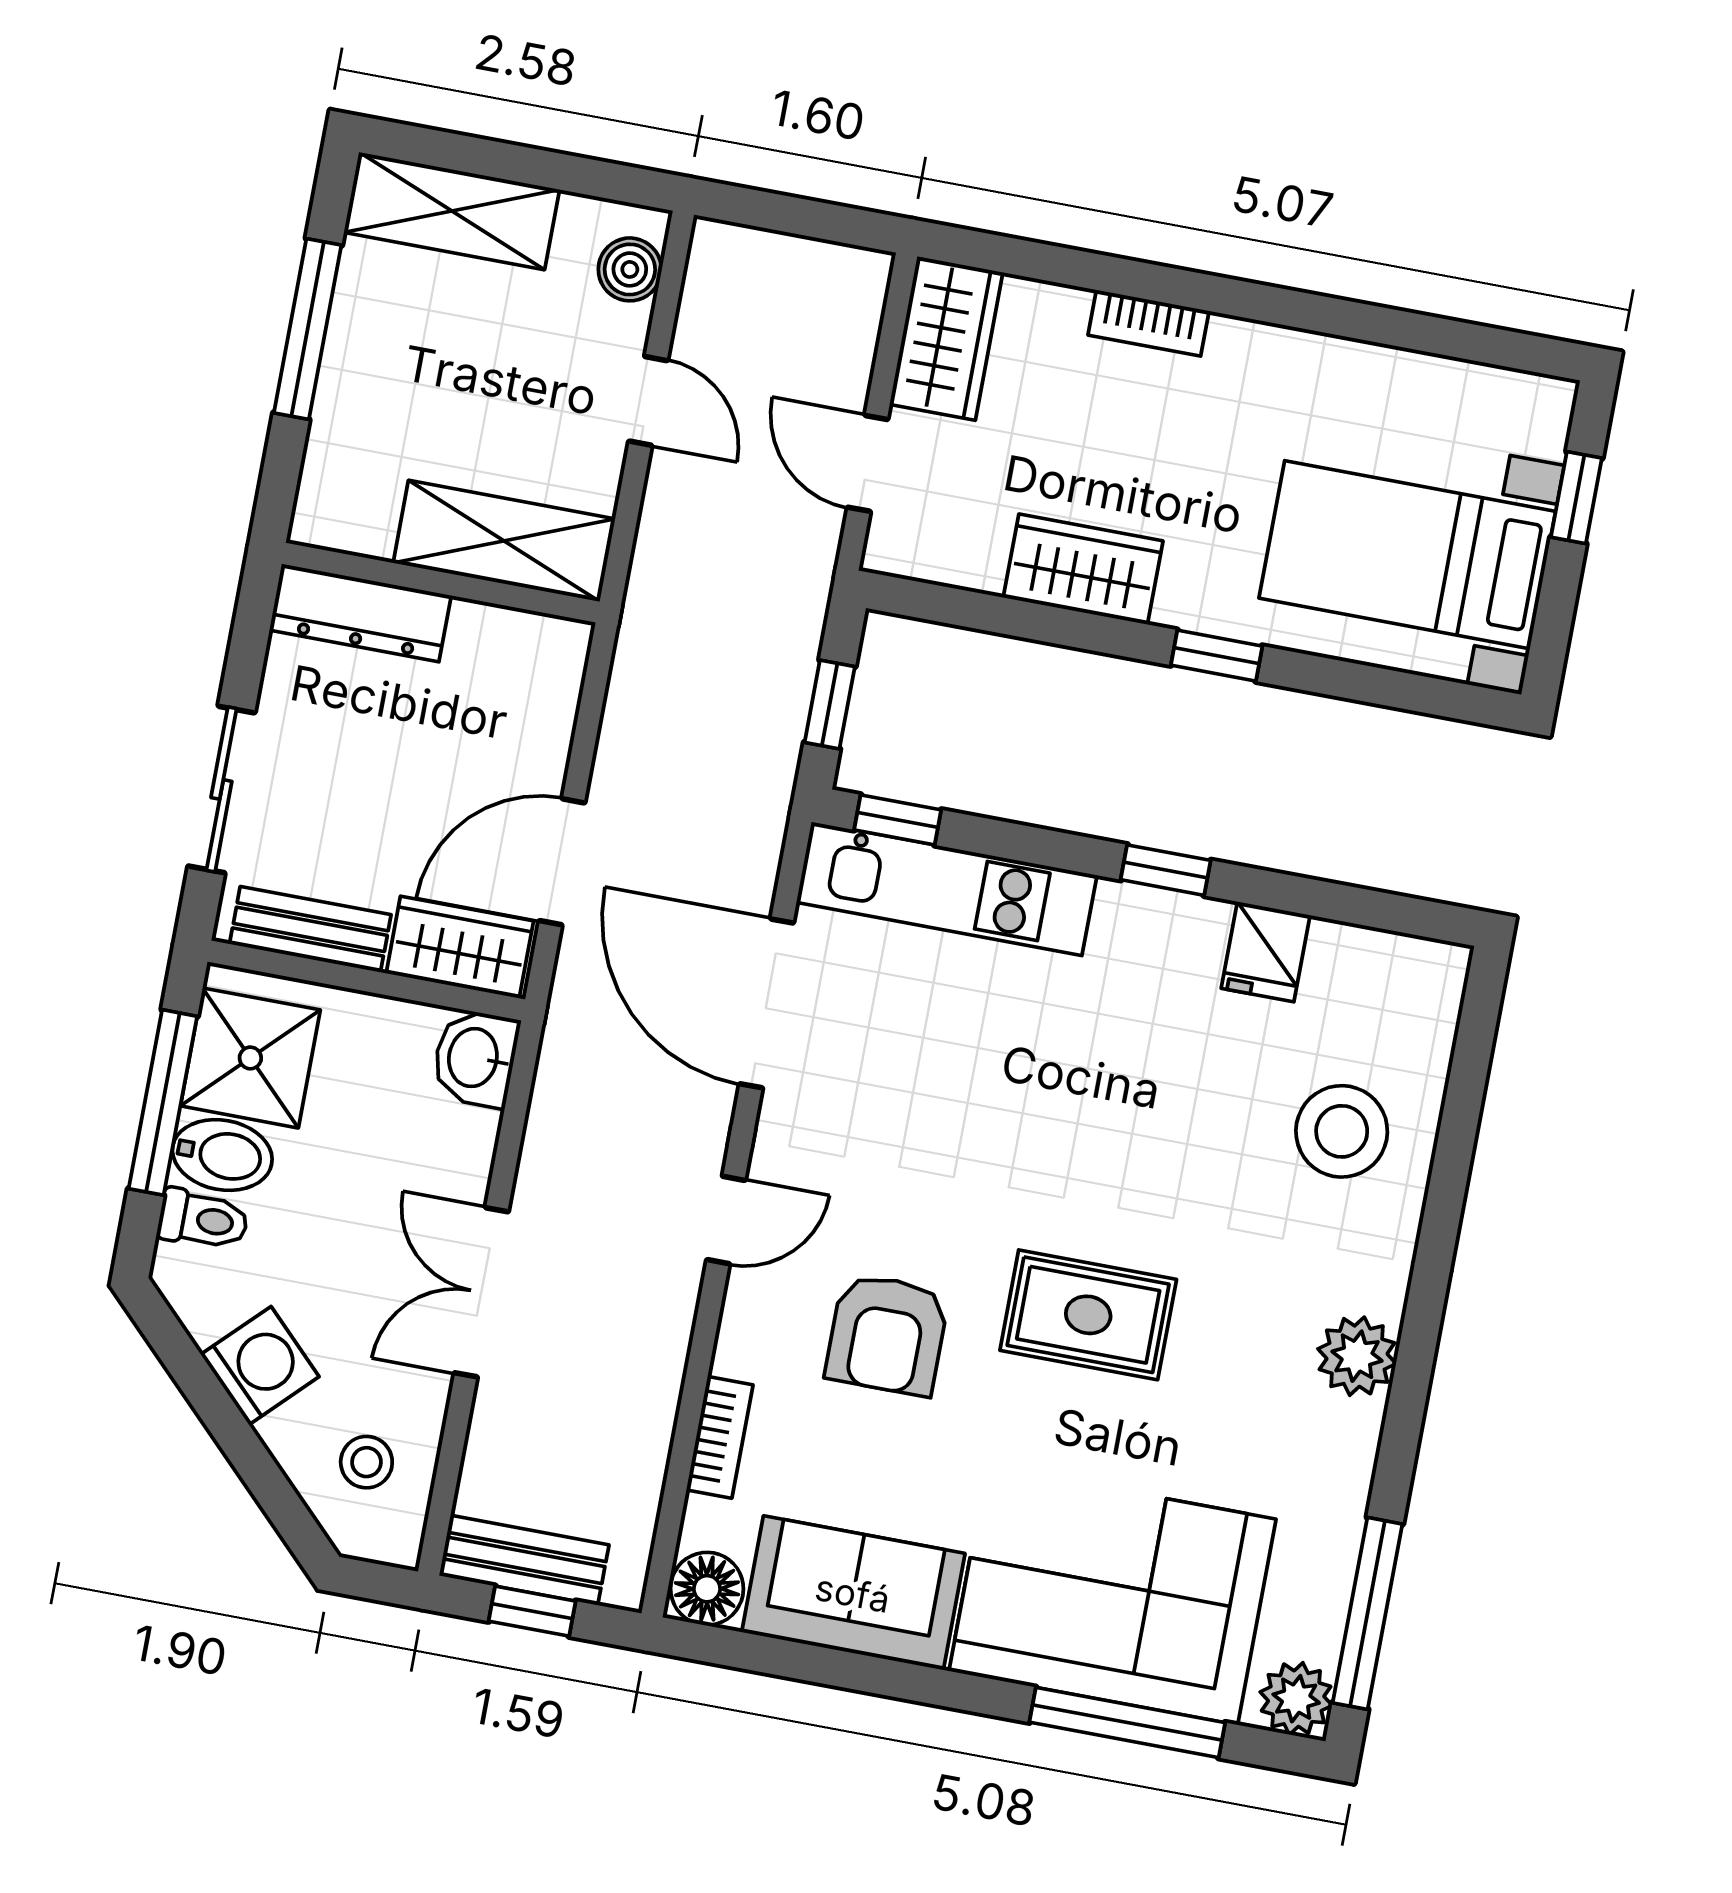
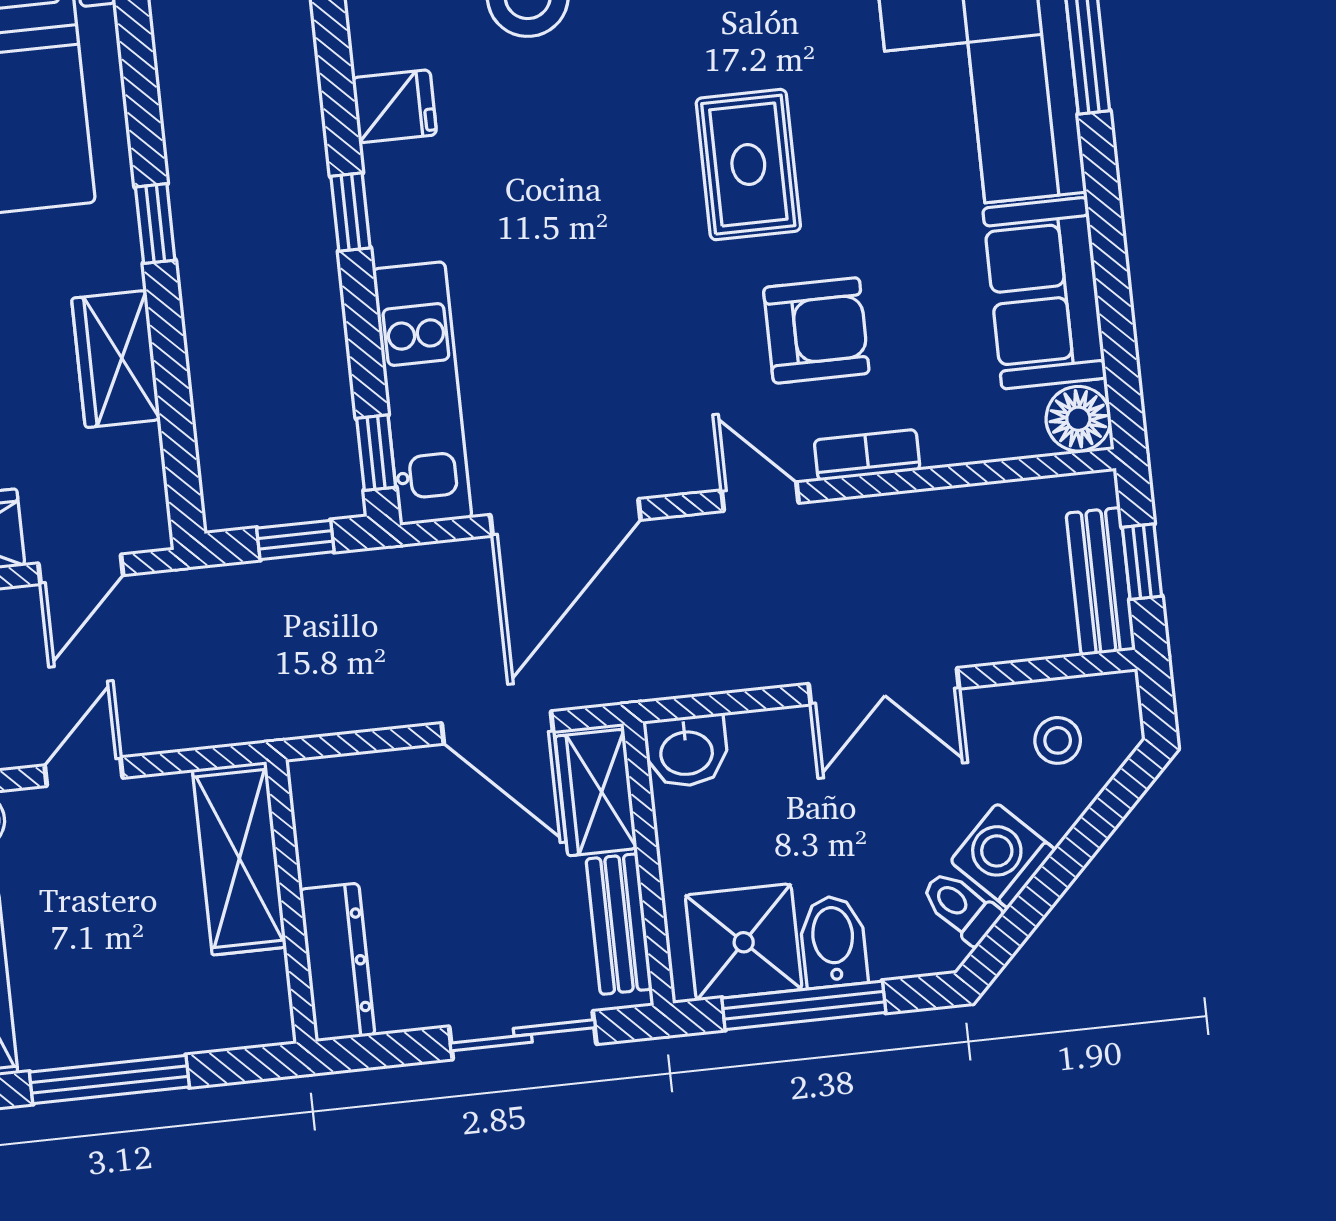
toilet: (203, 1220) -> (961, 907), moved, turned -45
bookcase: (720, 1437) -> (867, 455), moved

